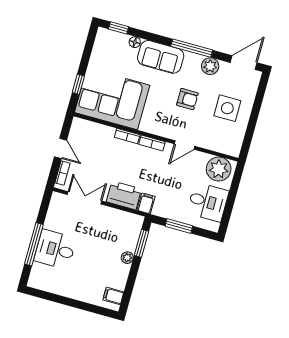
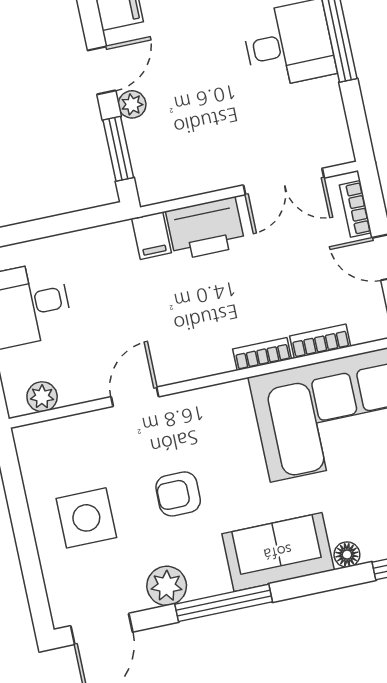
bookcase: (152, 143) -> (320, 341), moved
plant: (219, 169) -> (42, 397), width x0.53, depth x0.53
window: (179, 226) -> (60, 224), removed
door: (132, 277) -> (102, 70), added

